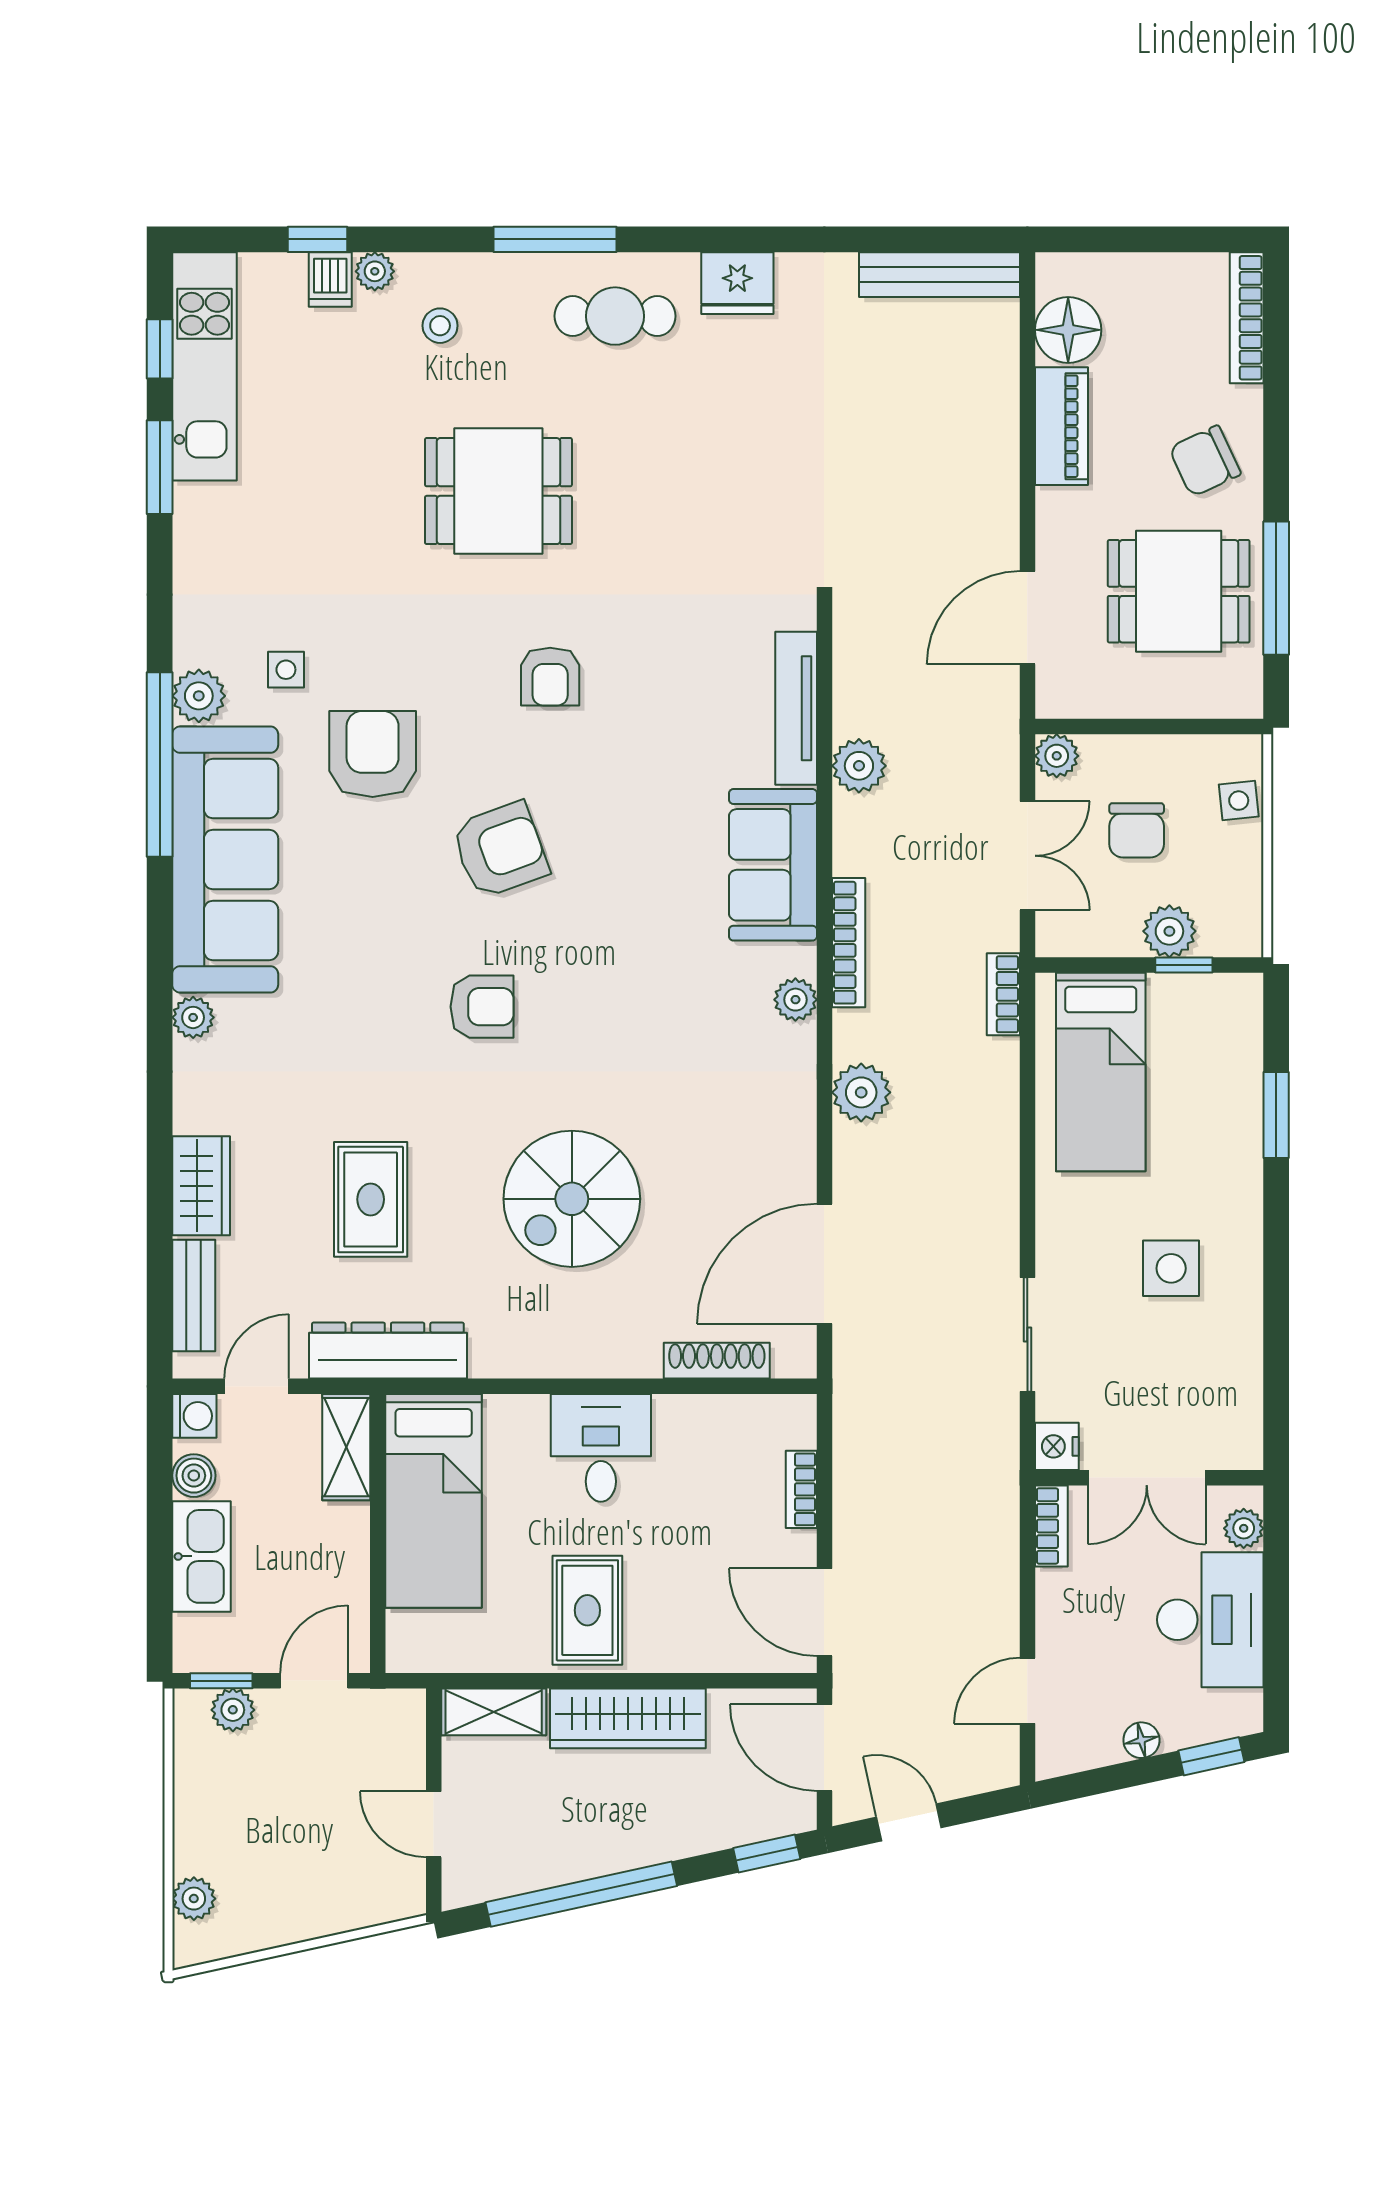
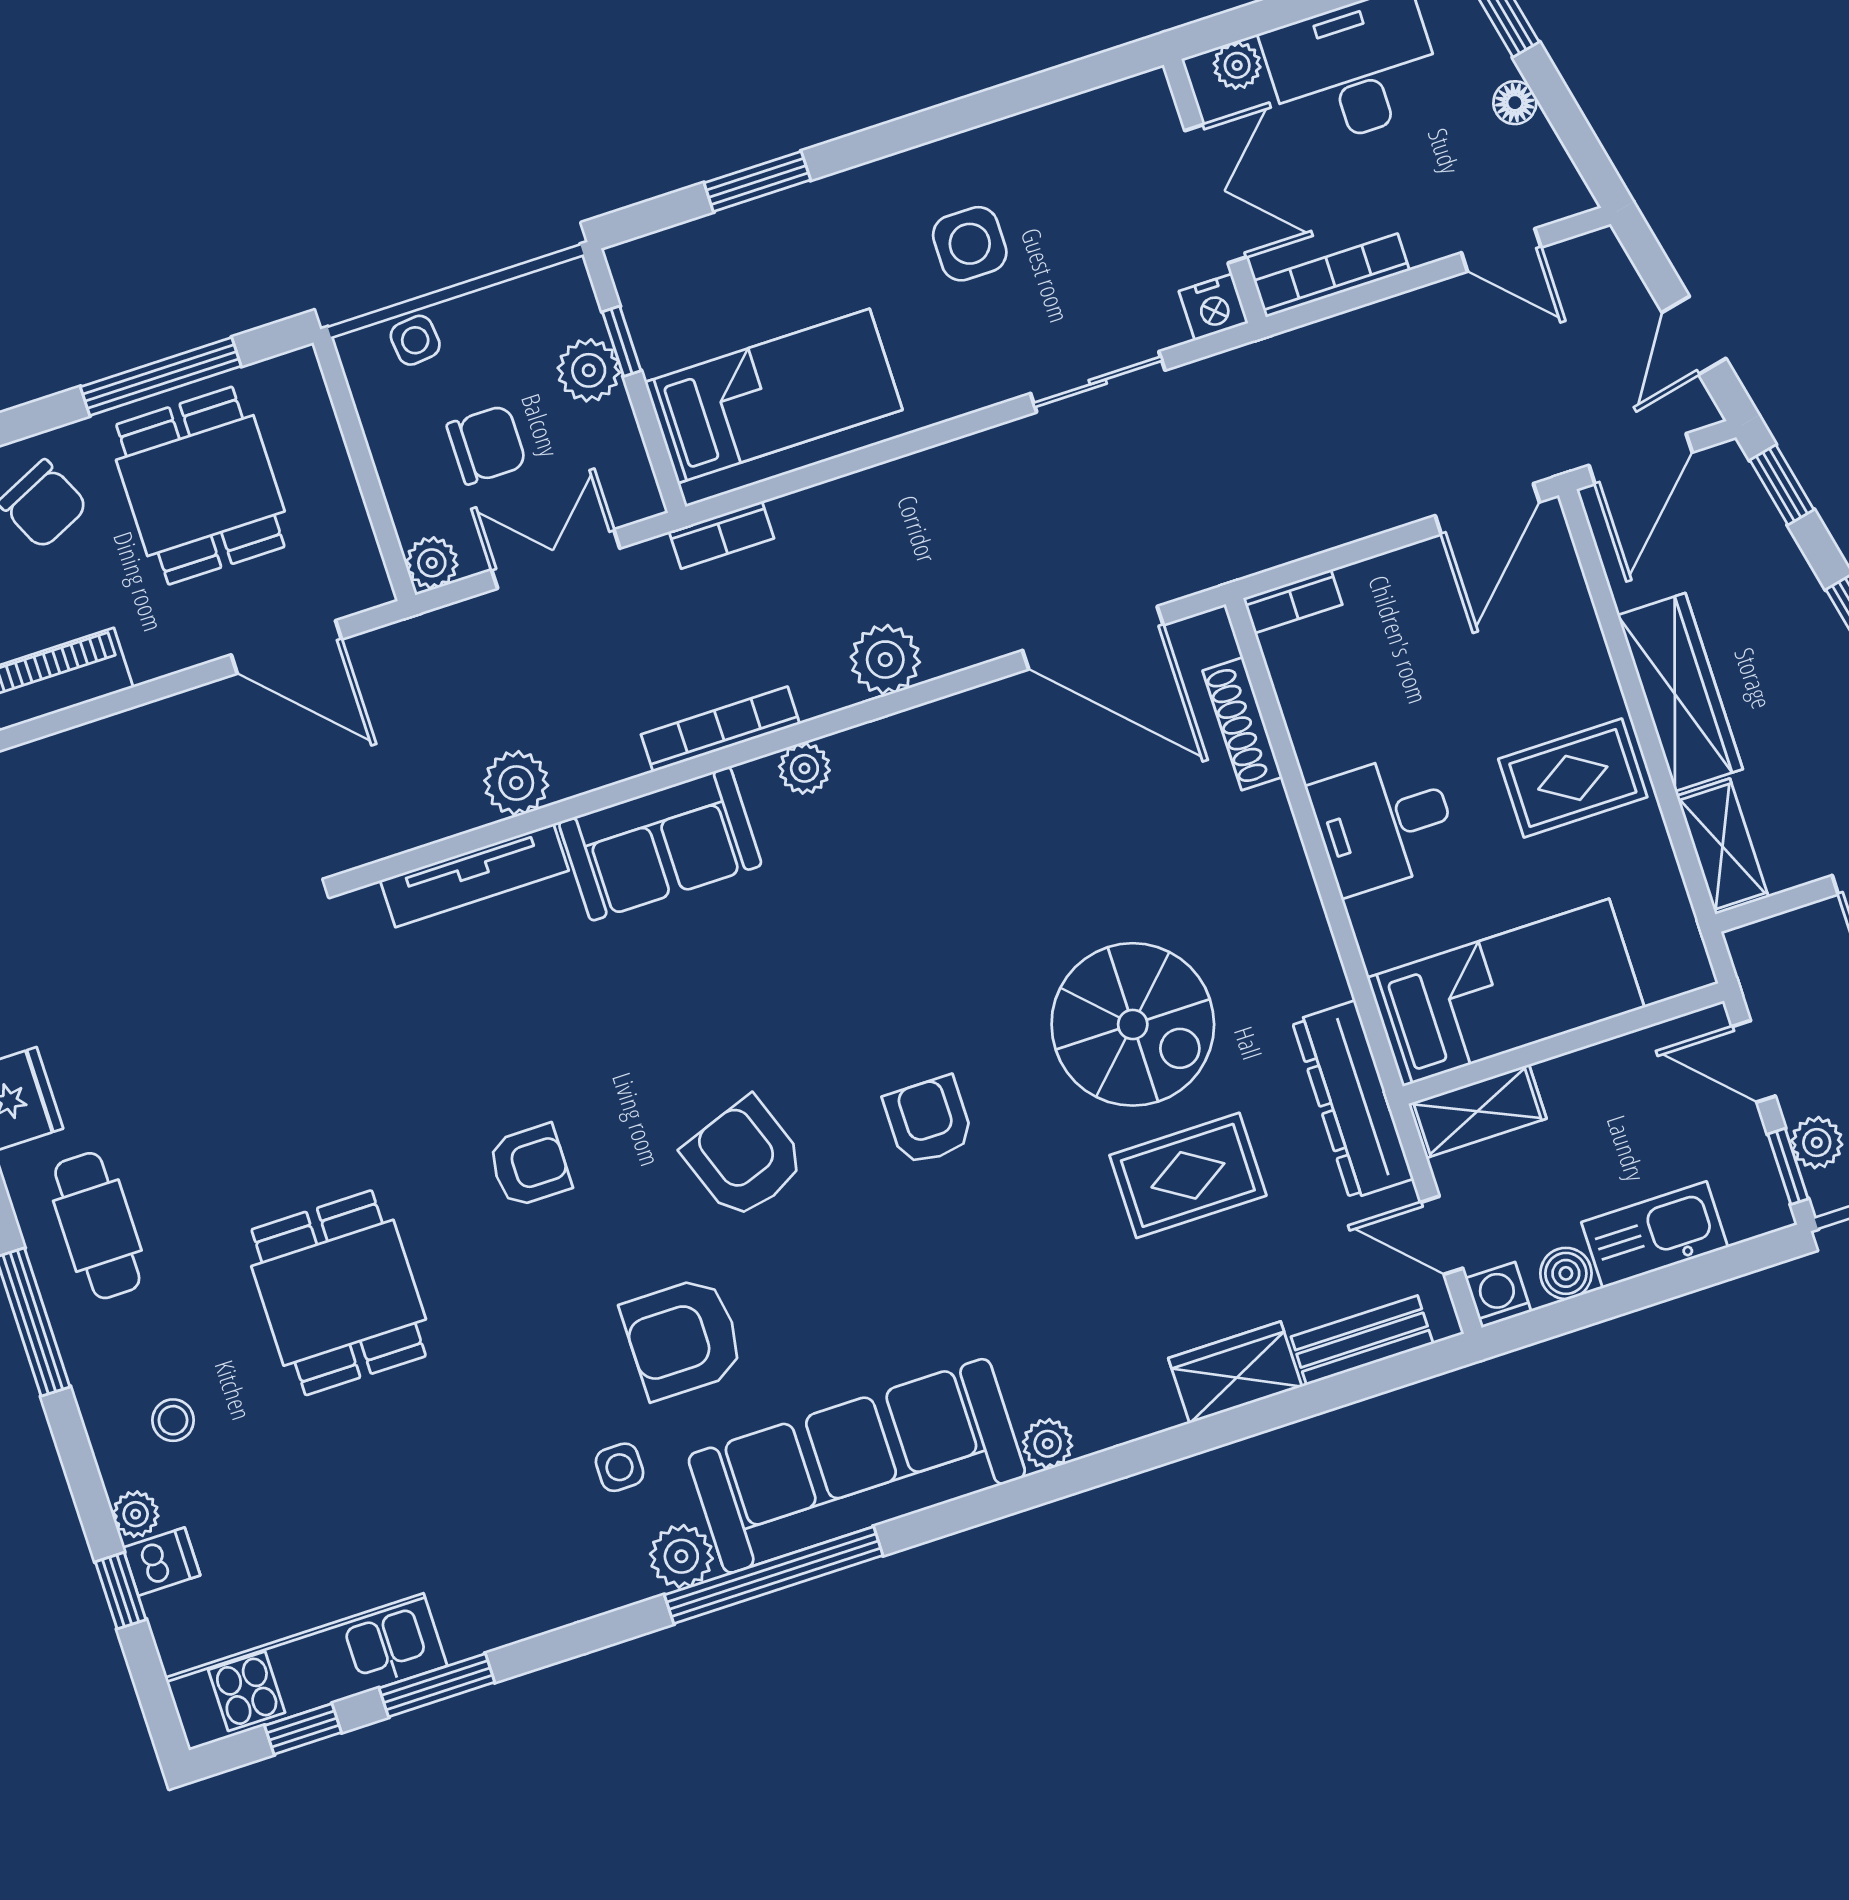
spiral stairs: (572, 1199) -> (1133, 1024), moved
bookcase: (801, 1489) -> (1293, 601), moved
bookcase: (1051, 1526) -> (1332, 275), width x1.56

